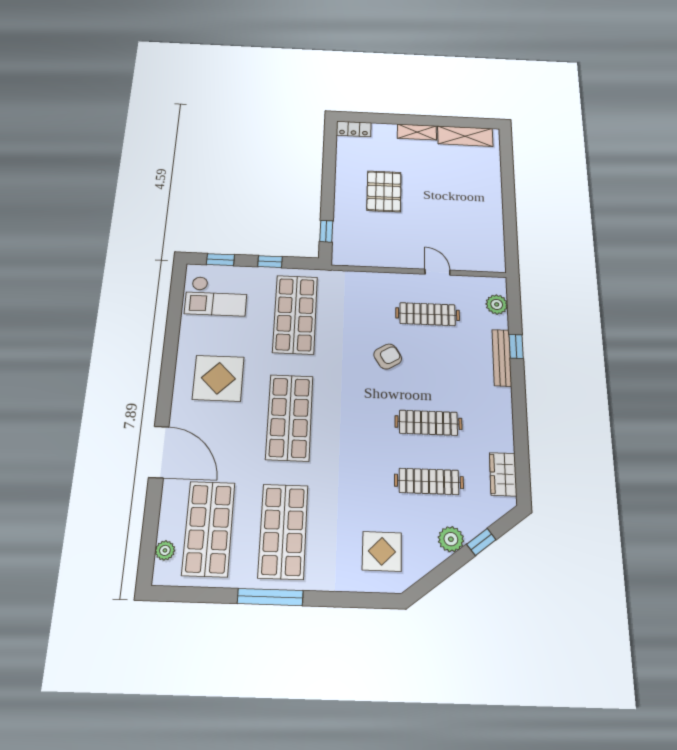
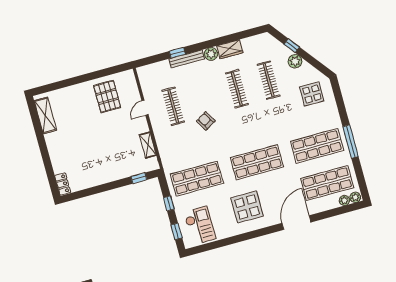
shelving: (417, 132) -> (148, 145), moved
pallet: (384, 191) -> (107, 97), moved, turned 90
plant: (497, 304) -> (211, 54), moved
wardrobe: (503, 474) -> (230, 49), moved
plant: (163, 573) -> (355, 197), added

